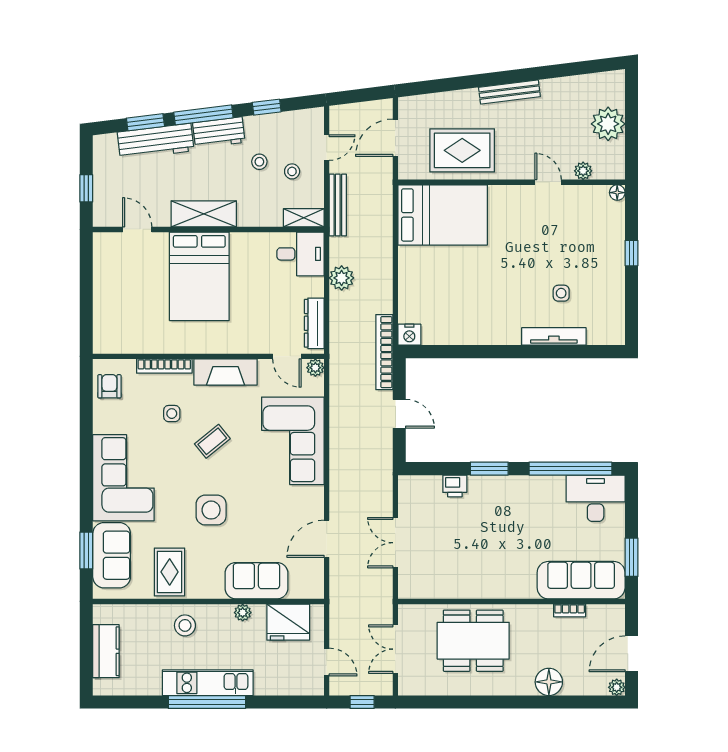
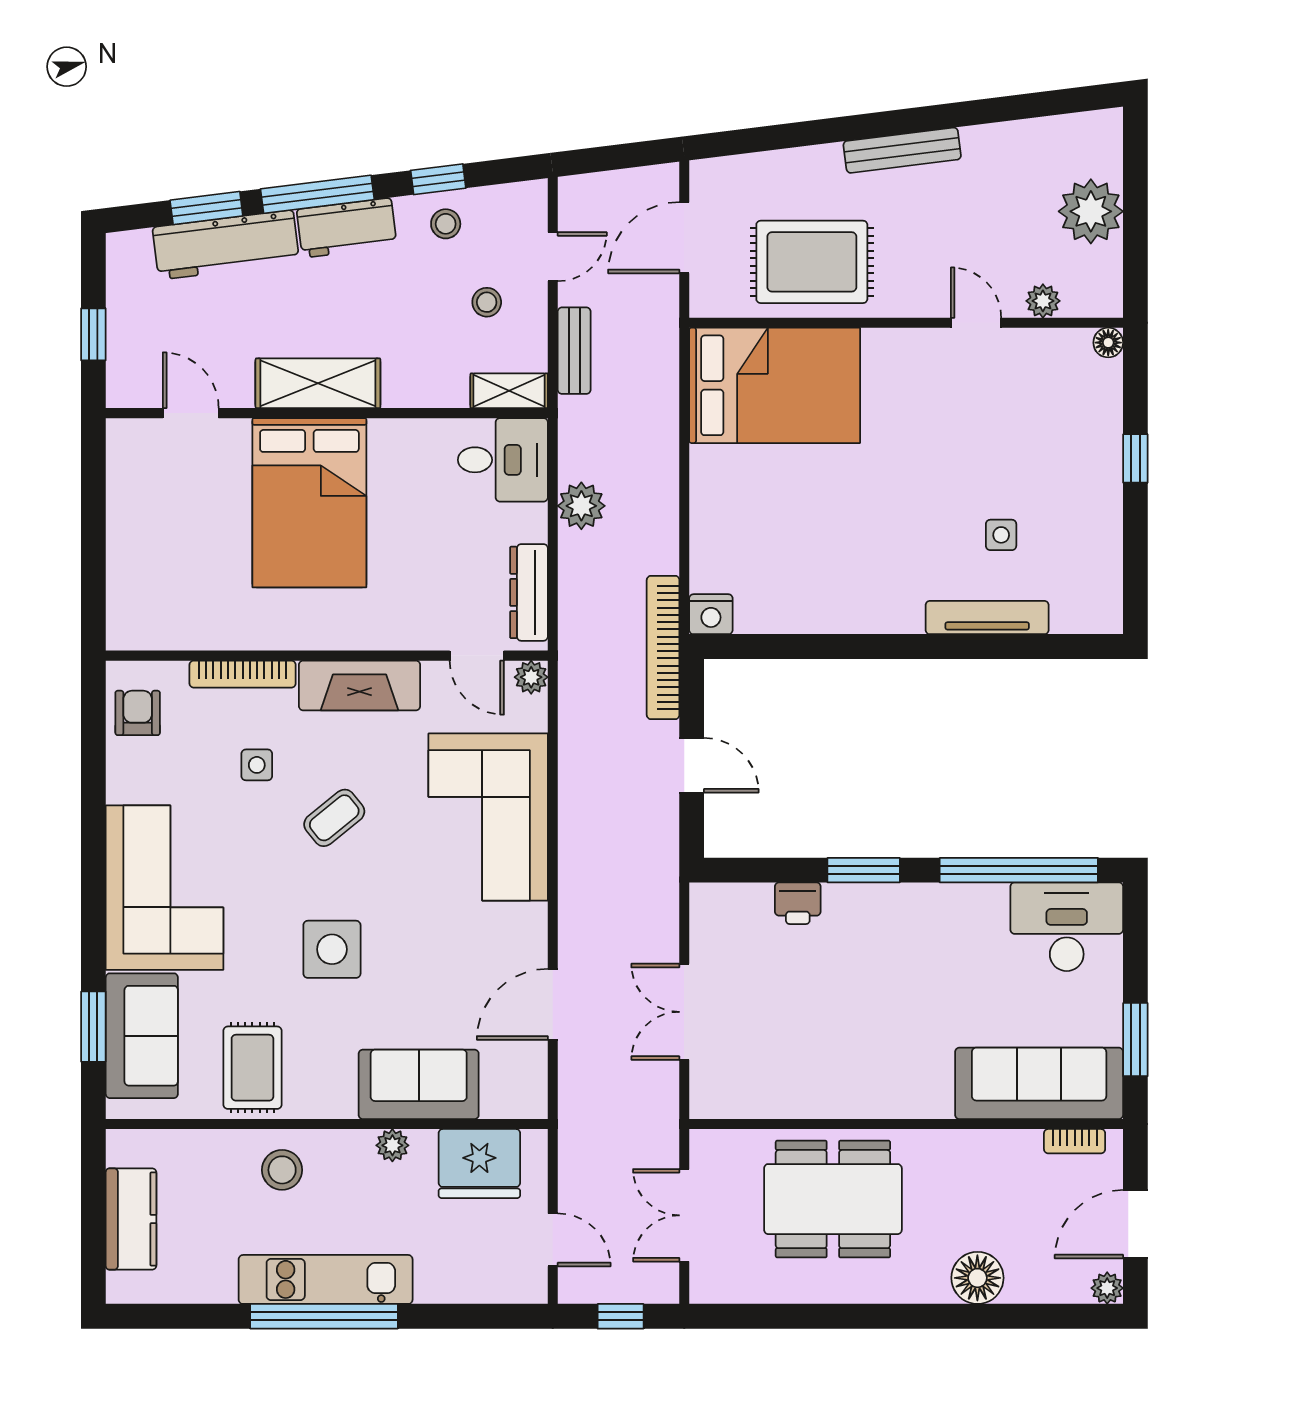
stool: (259, 162) -> (446, 224), moved
bench: (338, 205) -> (574, 351), width x0.73
bookcase: (570, 610) -> (1075, 1141), moved

